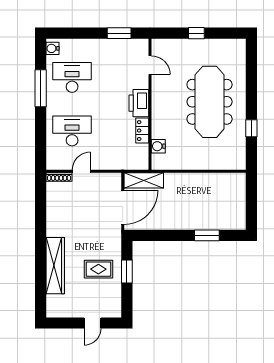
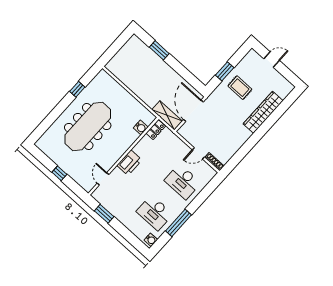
locker: (142, 131) -> (156, 130), moved
door: (123, 207) -> (193, 111), hinge flipped

